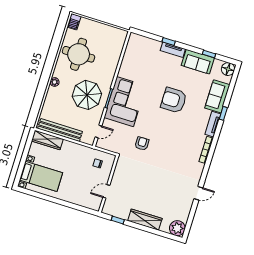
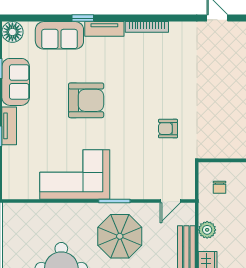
armchair: (174, 100) -> (86, 100), turned -90
corner sofa: (125, 102) -> (75, 175), moved
door: (98, 132) -> (170, 201), swing flipped
plant: (75, 148) -> (207, 230), added

